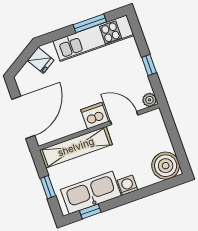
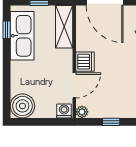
shelving: (76, 147) -> (64, 27), width x0.68
washing machine: (128, 185) -> (64, 111), moved, turned -90

